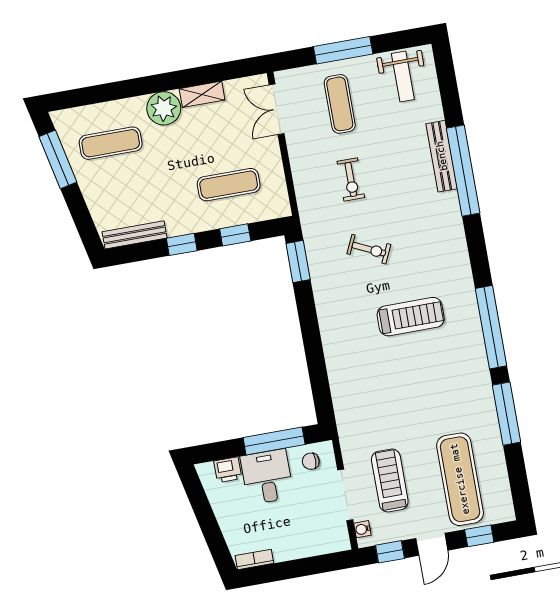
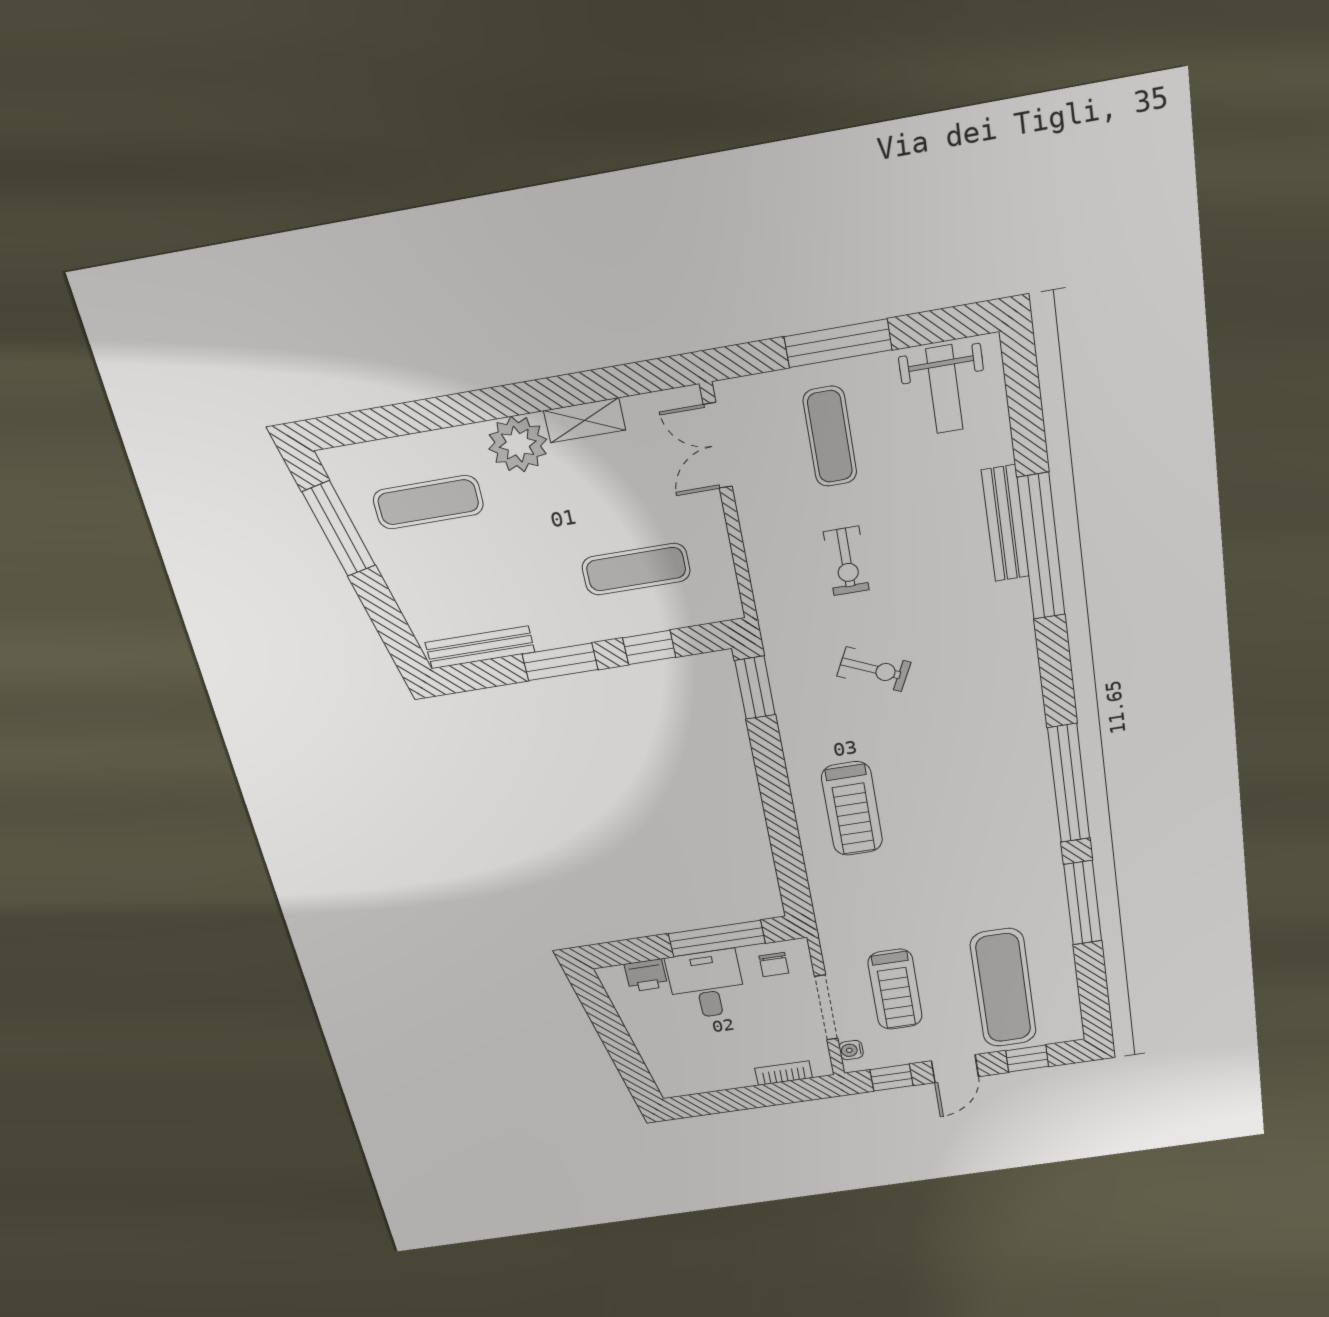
window: (182, 244) -> (560, 662), width x1.50
treadmill: (411, 317) -> (852, 809), moved, turned 90
chair: (311, 461) -> (774, 965), turned -90
treadmill: (390, 480) -> (895, 989), turned 180
bookcase: (254, 559) -> (784, 1073), moved

